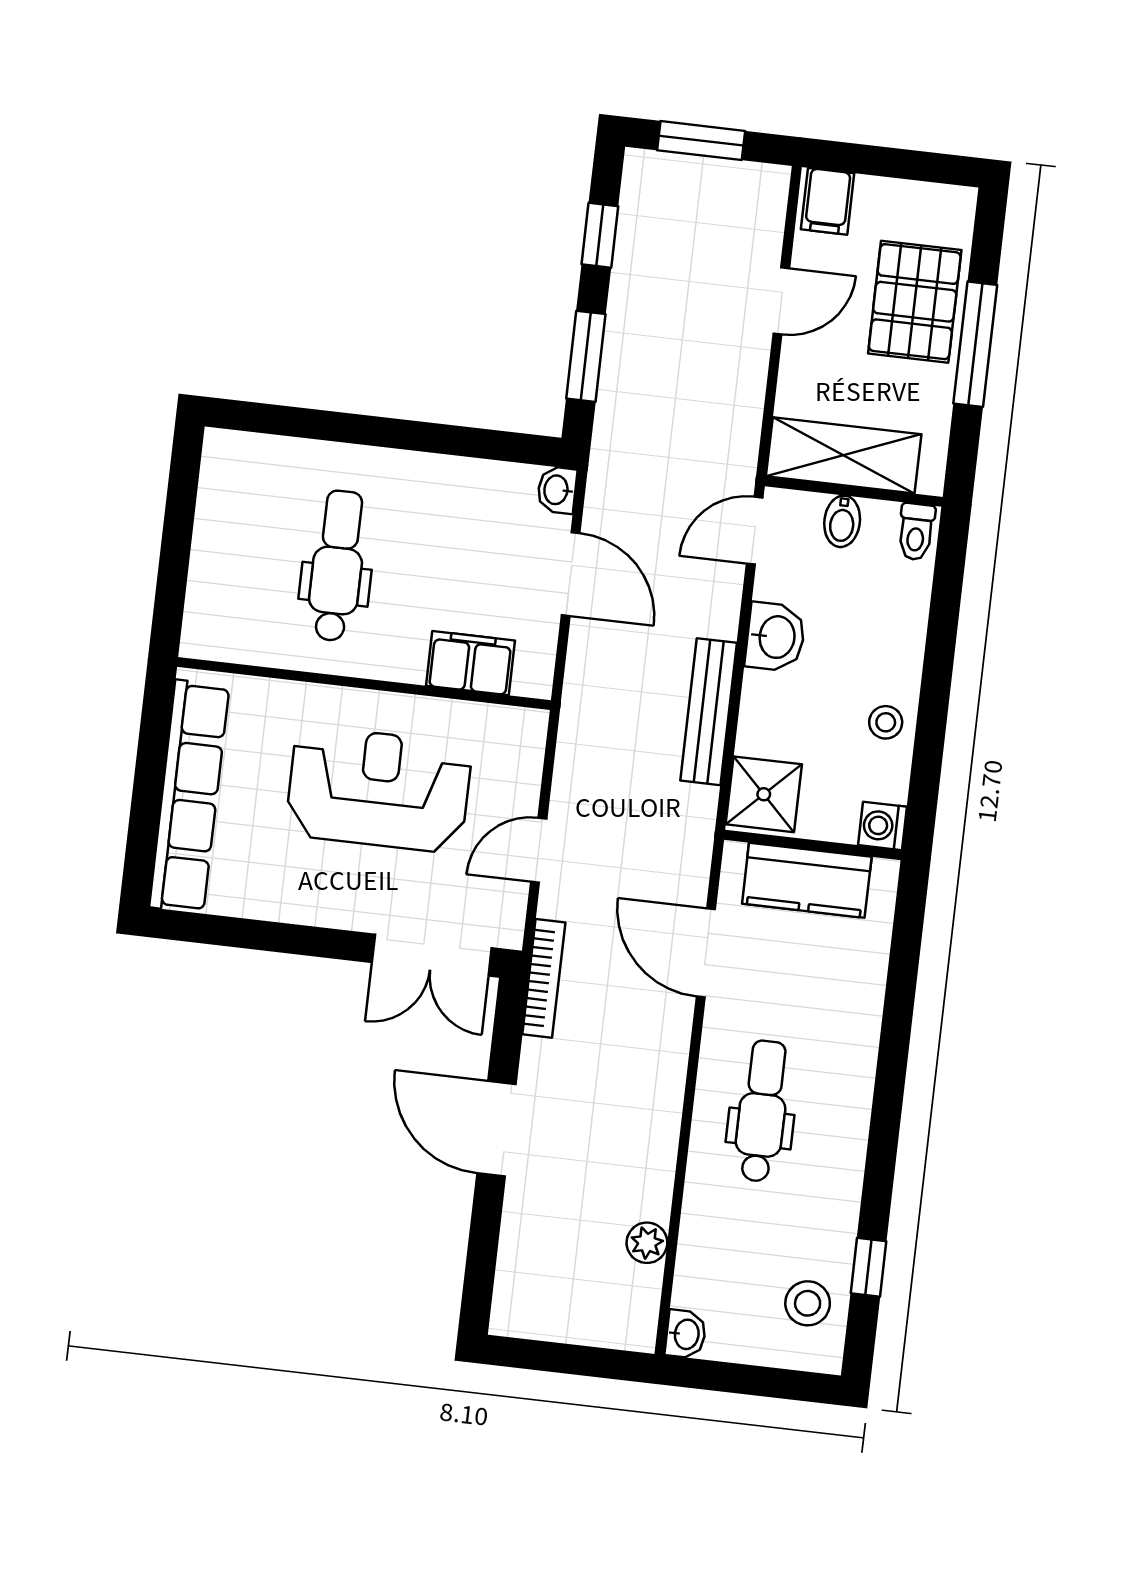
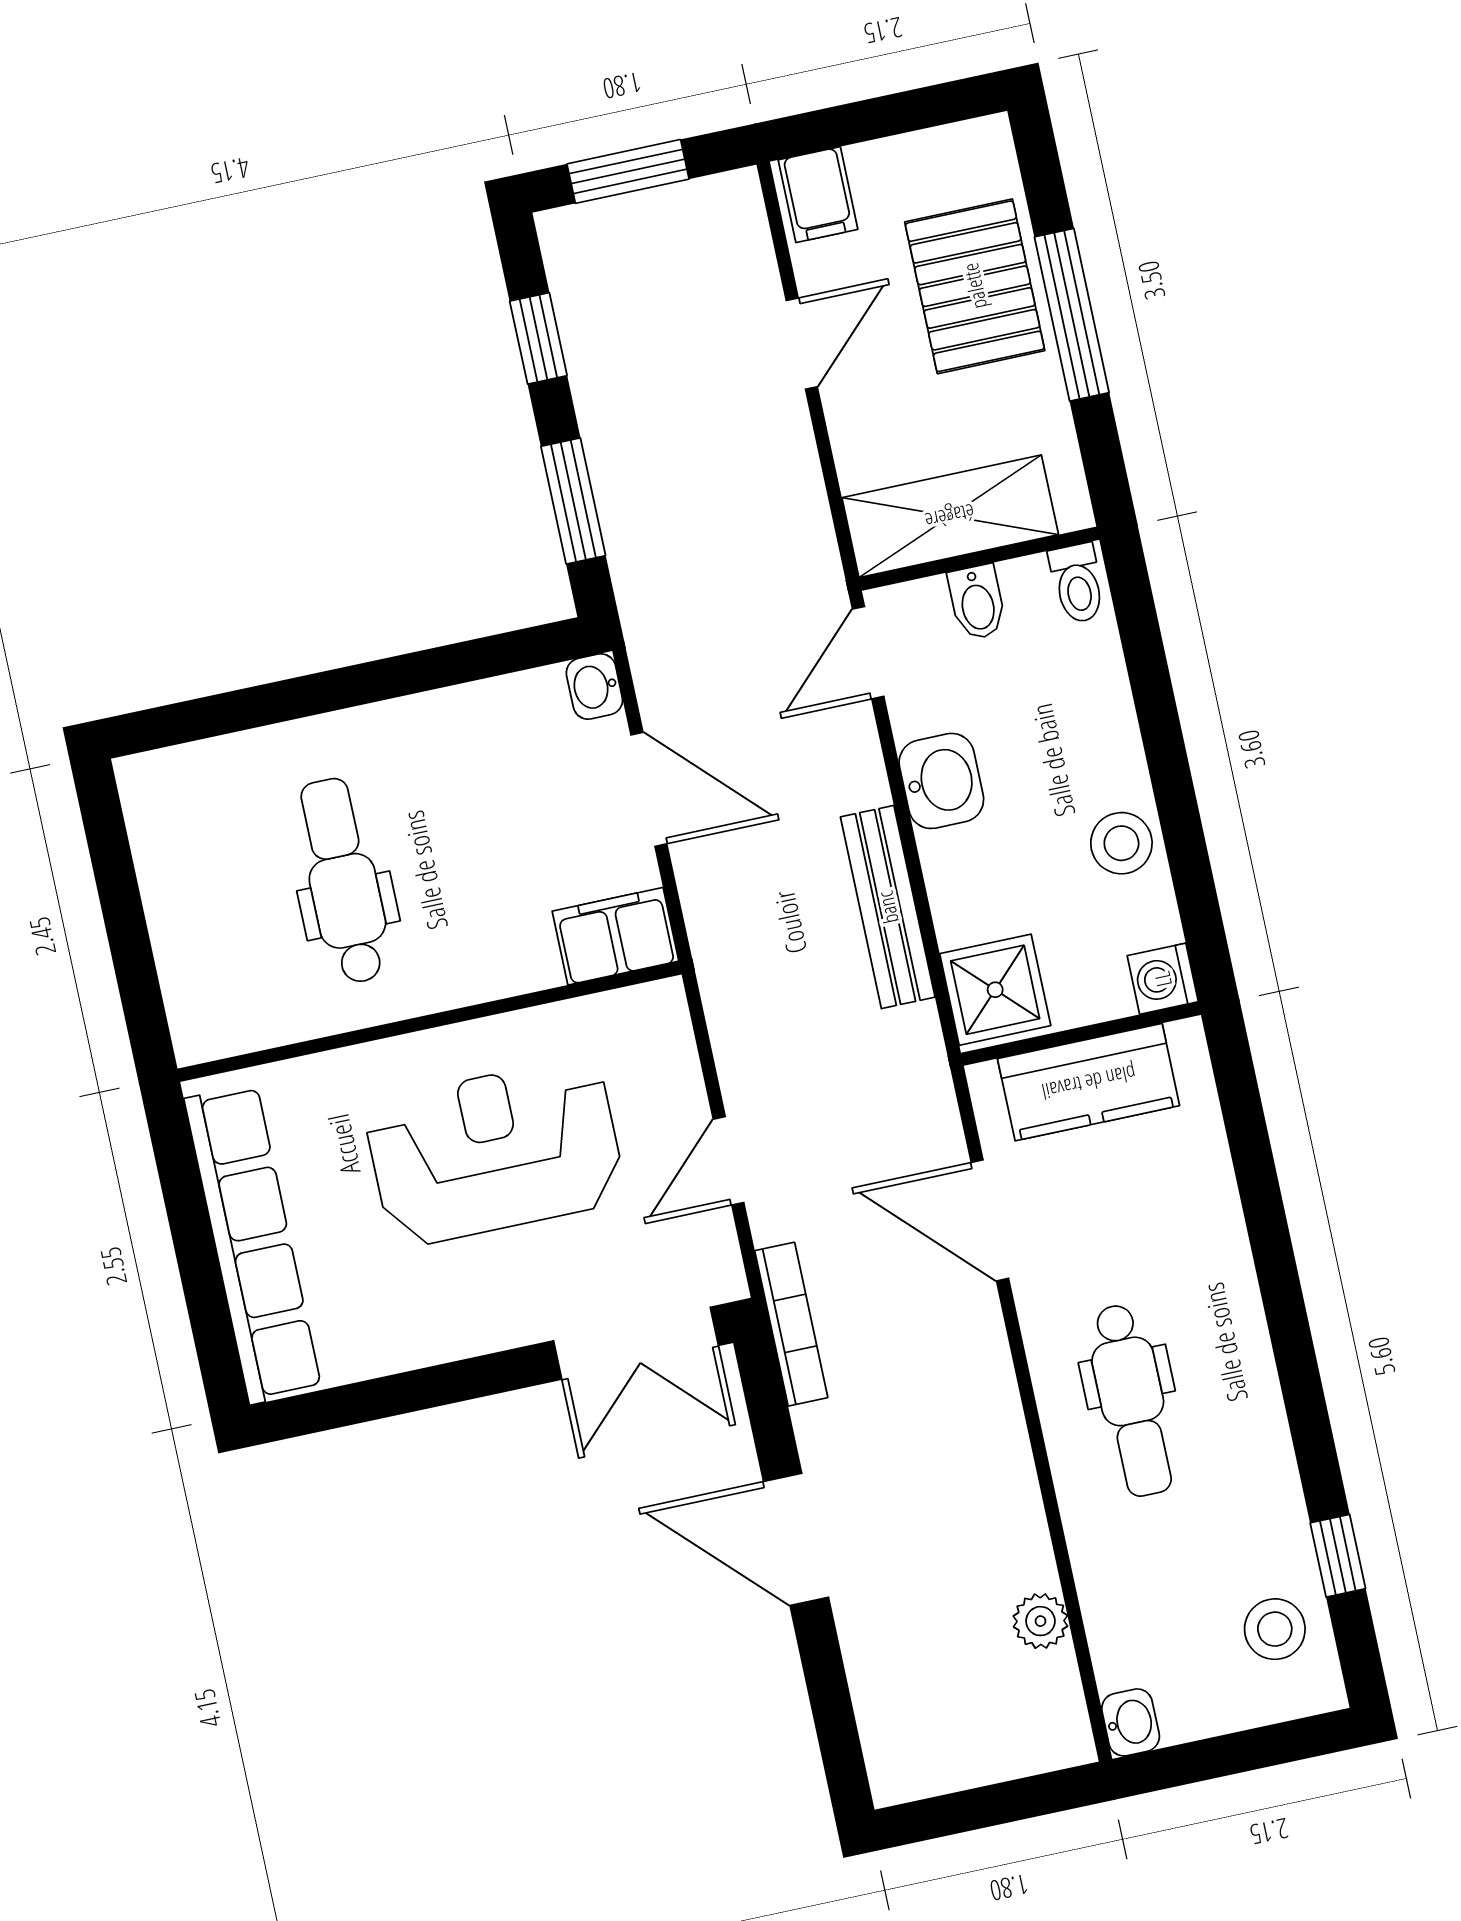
filing cabinet: (470, 663) -> (615, 936), moved
stool: (886, 722) -> (1121, 843), width x1.37, depth x1.37
dental chair: (762, 1111) -> (1132, 1400), turned 180

